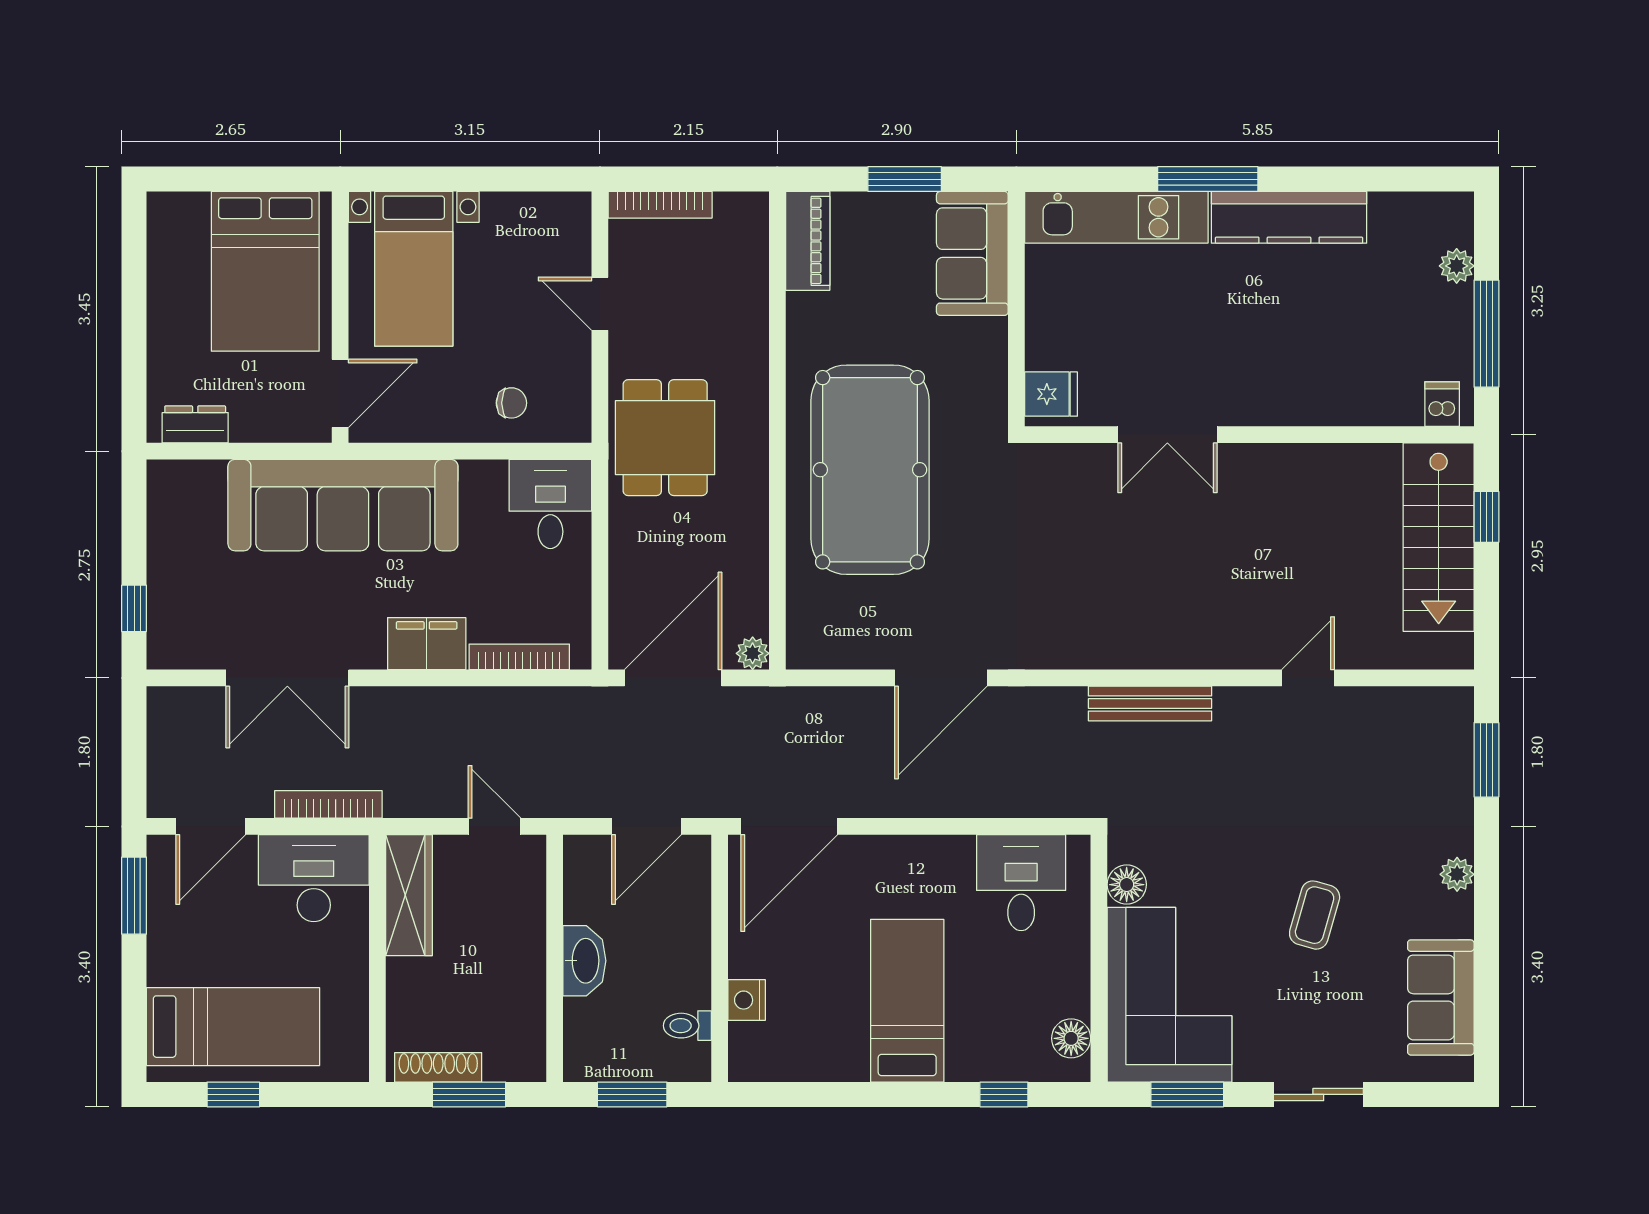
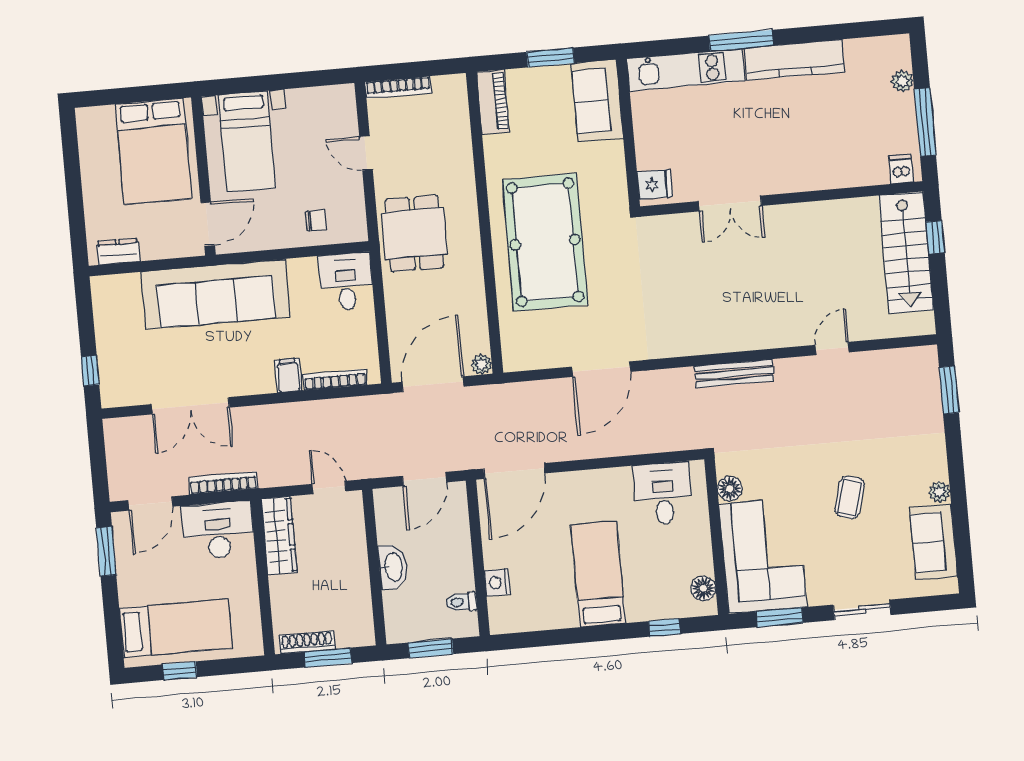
filing cabinet: (427, 644) -> (288, 375), width x0.50
plant: (1457, 874) -> (939, 492), moved

